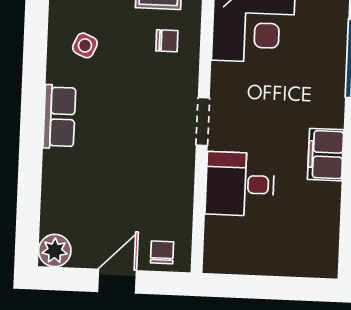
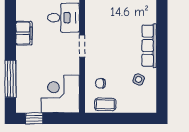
row of seats: (59, 117) -> (149, 46), width x1.48

